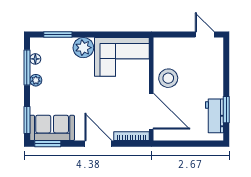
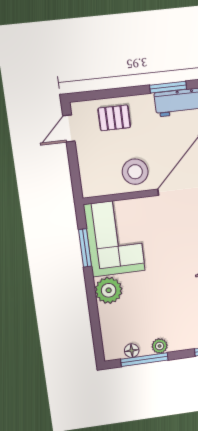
window: (58, 35) -> (85, 248), moved
pallet: (209, 68) -> (114, 118), added

